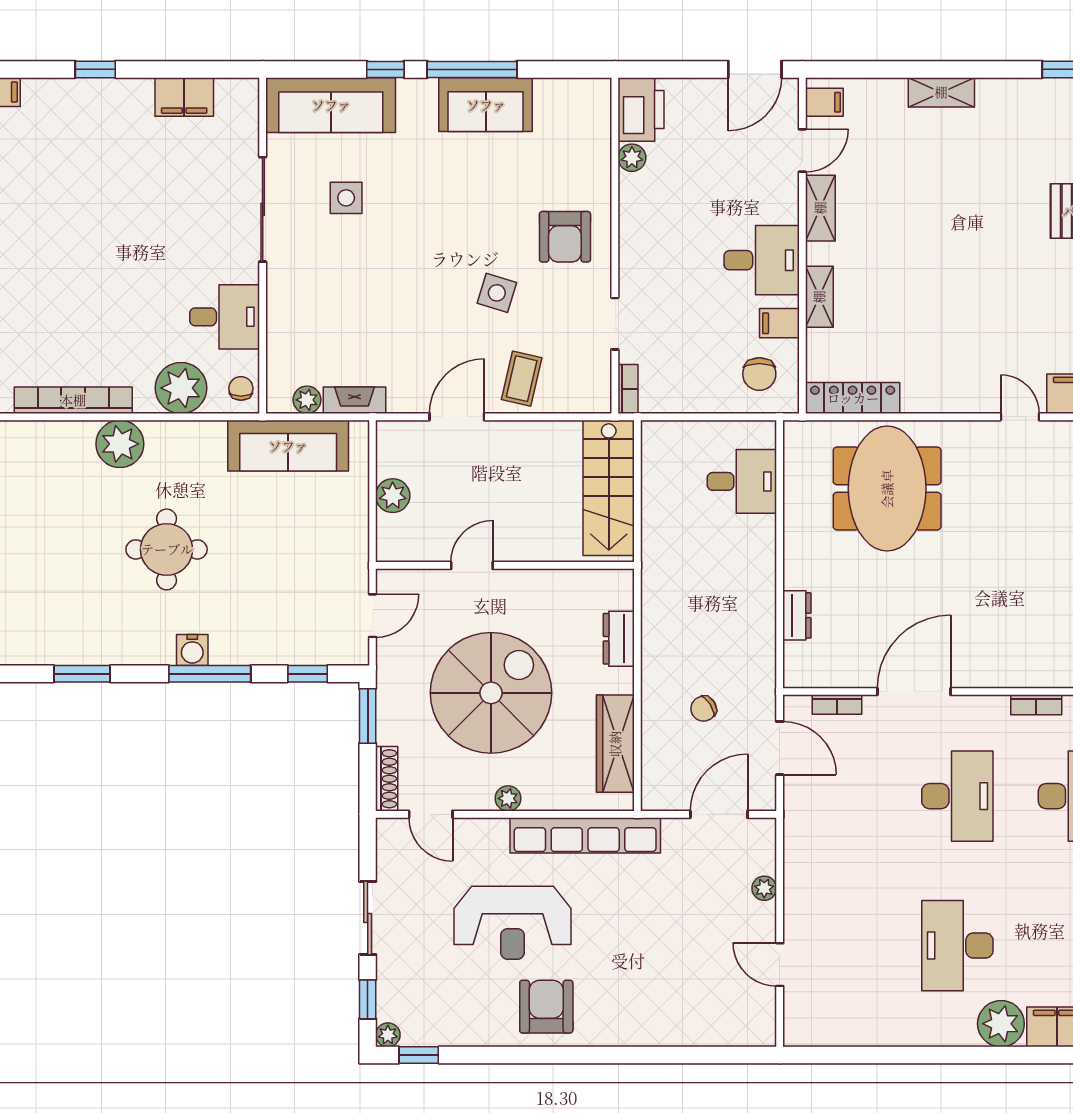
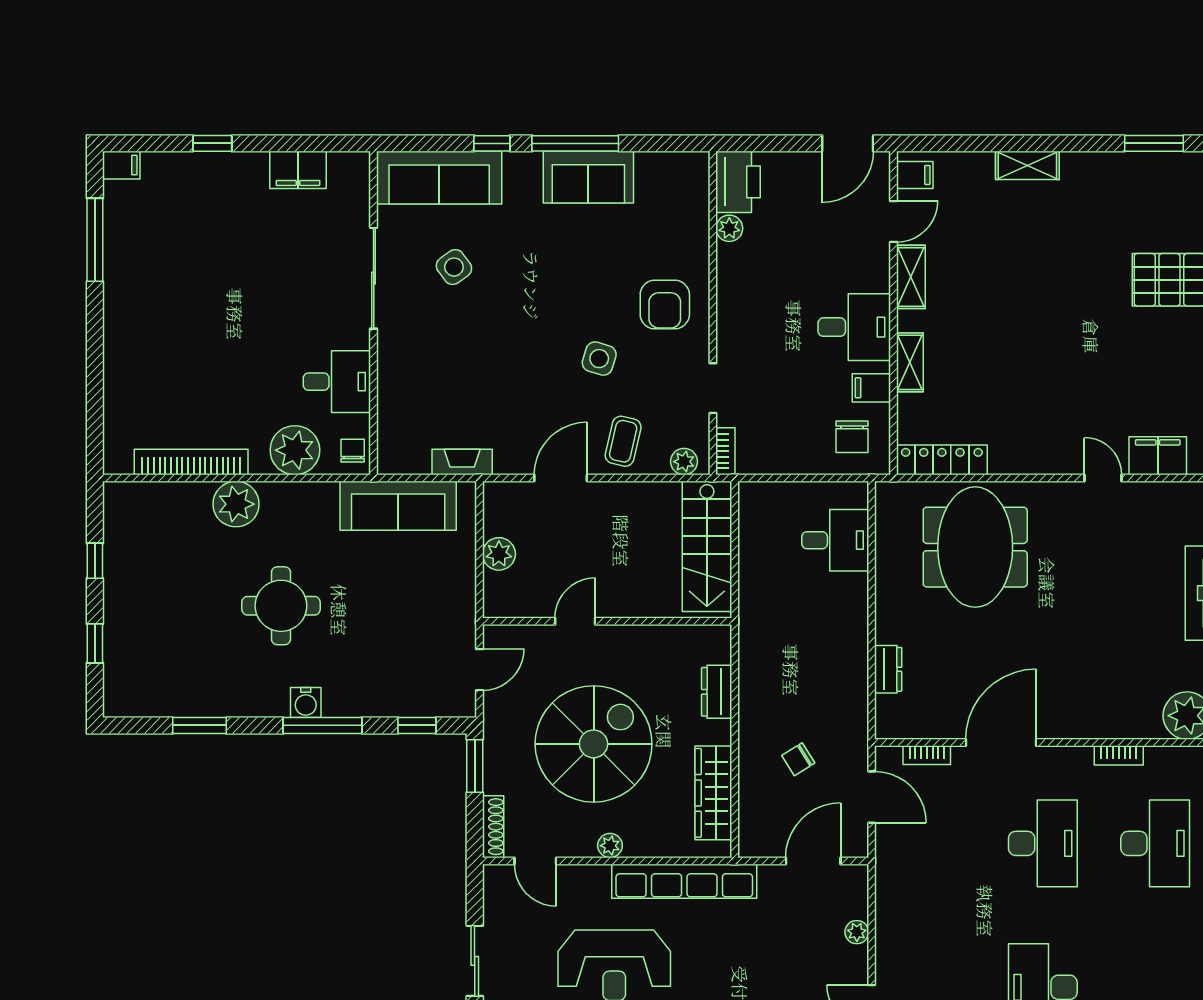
side table: (346, 198) -> (454, 267), turned -36
plant: (307, 400) -> (684, 462), moved

